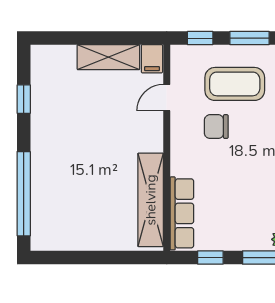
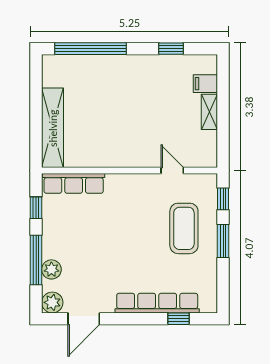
shelving: (108, 57) -> (209, 112), width x0.67, depth x0.75
filing cabinet: (152, 59) -> (205, 84), moved
chair: (216, 127) -> (148, 213), removed
shelving: (151, 200) -> (53, 128), moved, turned 90

